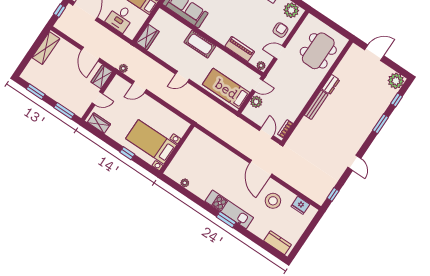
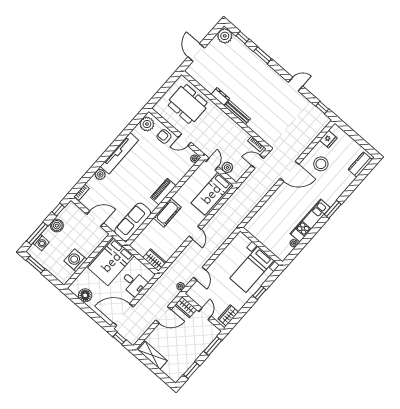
piano: (240, 49) -> (163, 192), moved
door: (280, 52) -> (185, 140), hinge flipped
kitchen unit: (229, 209) -> (310, 221), moved

